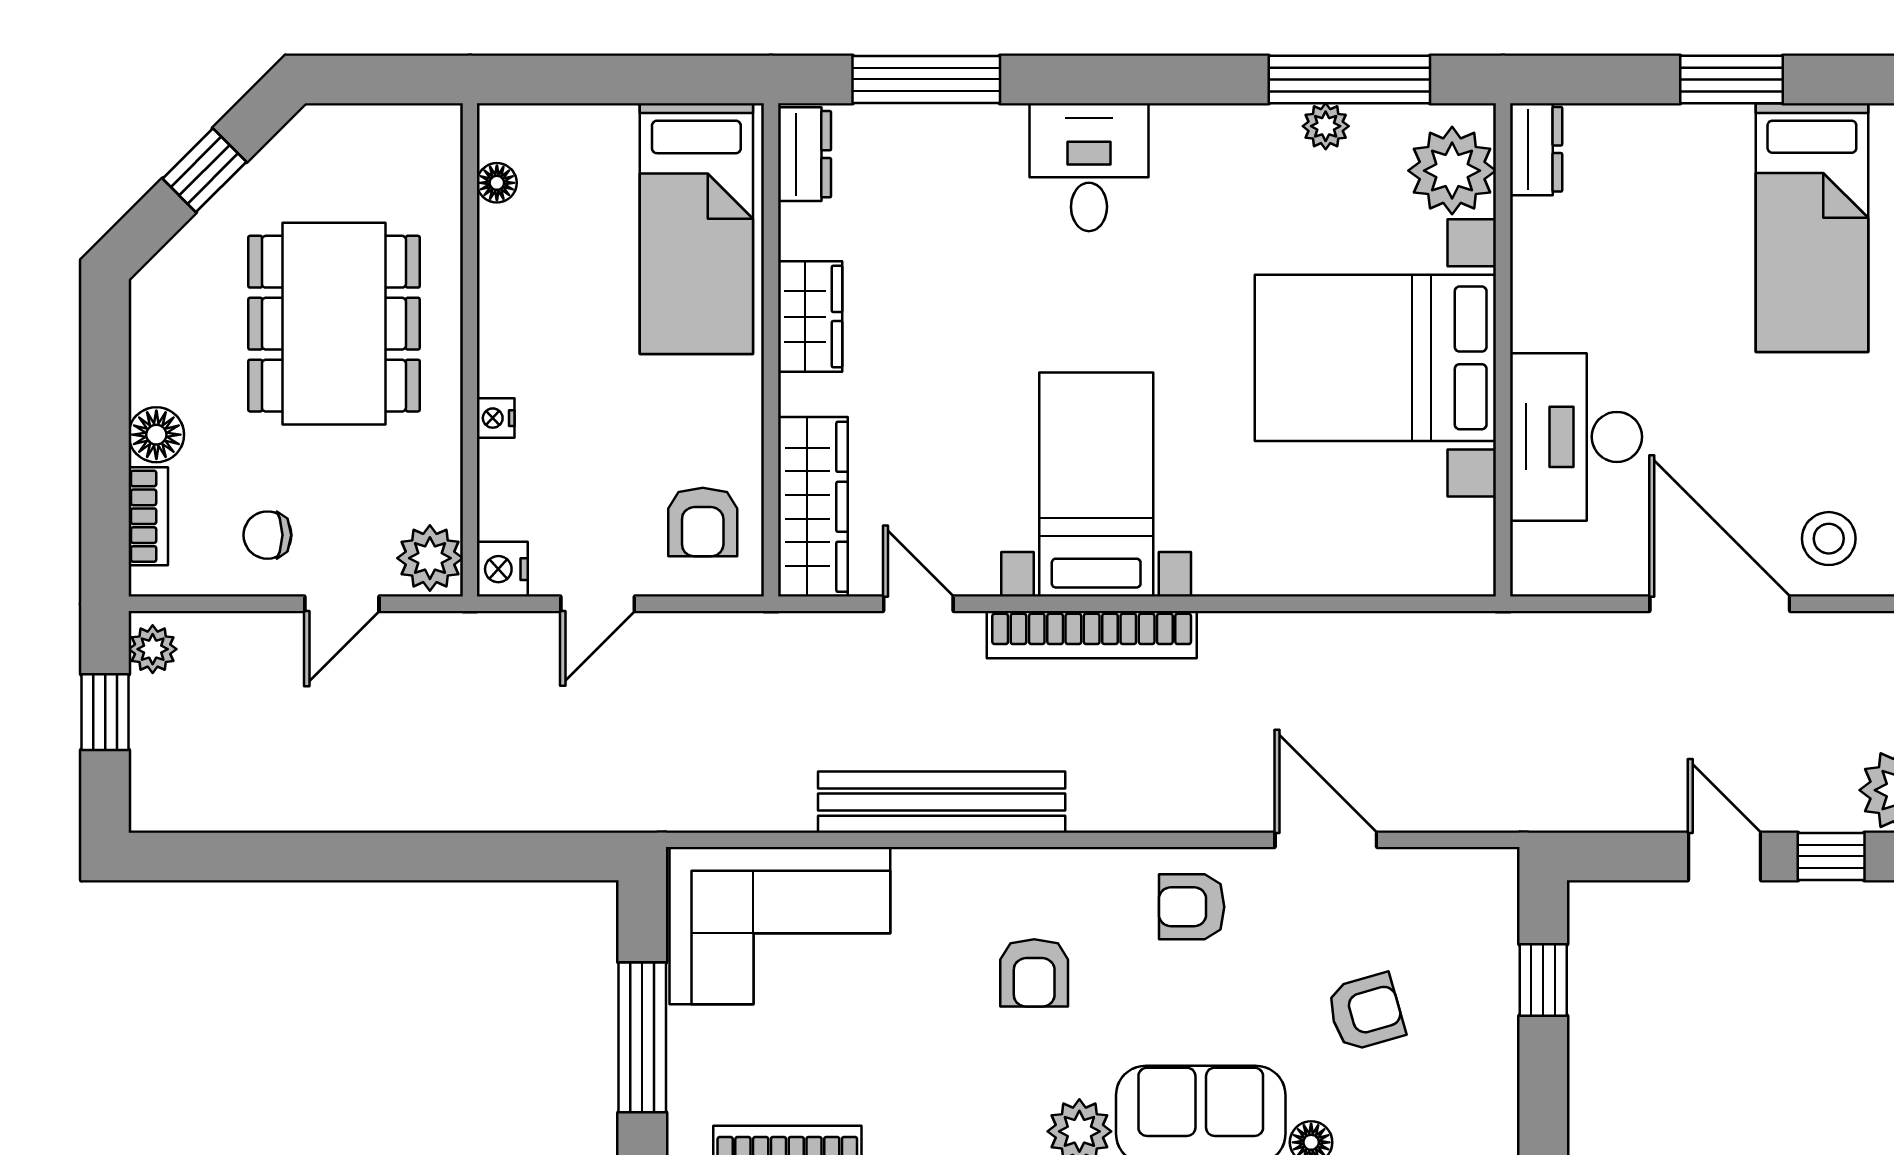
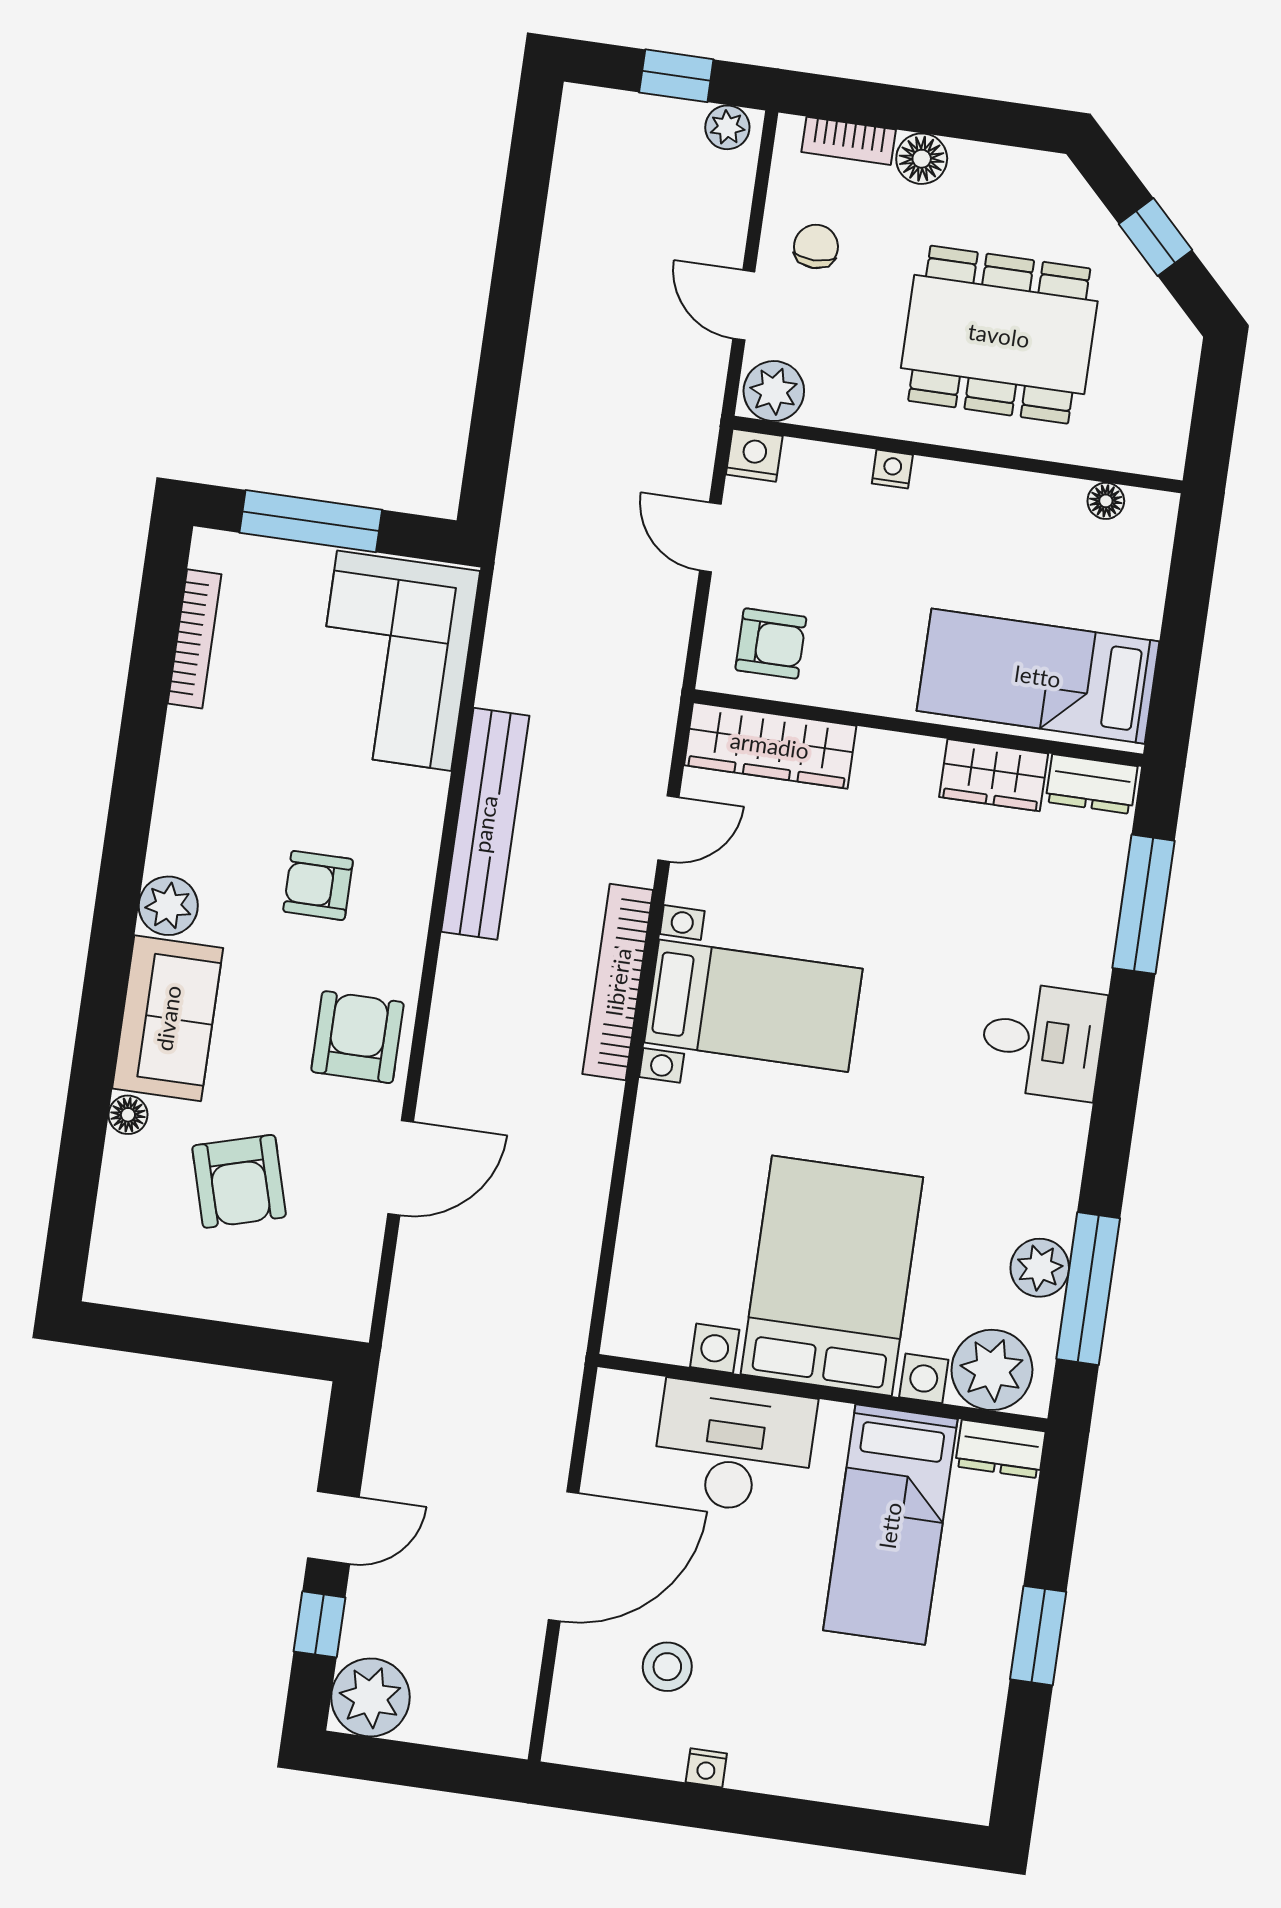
plant: (1326, 126) -> (1040, 1268), width x1.38, depth x1.38
bed: (1812, 228) -> (890, 1525), moved, turned -90
wardrobe: (810, 317) -> (994, 775), moved
armchair: (703, 522) -> (771, 643), turned 180
stool: (1829, 539) -> (667, 1667), moved
armchair: (1192, 907) -> (357, 1037), width x1.38, depth x1.38
window: (1543, 980) -> (245, 1347), removed
armchair: (1366, 1012) -> (239, 1181), width x1.38, depth x1.38

